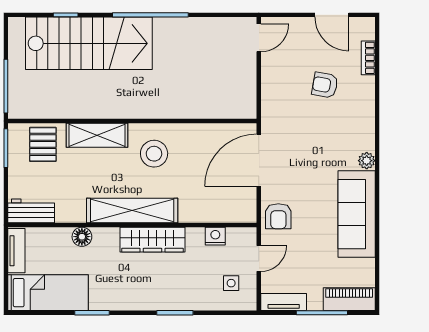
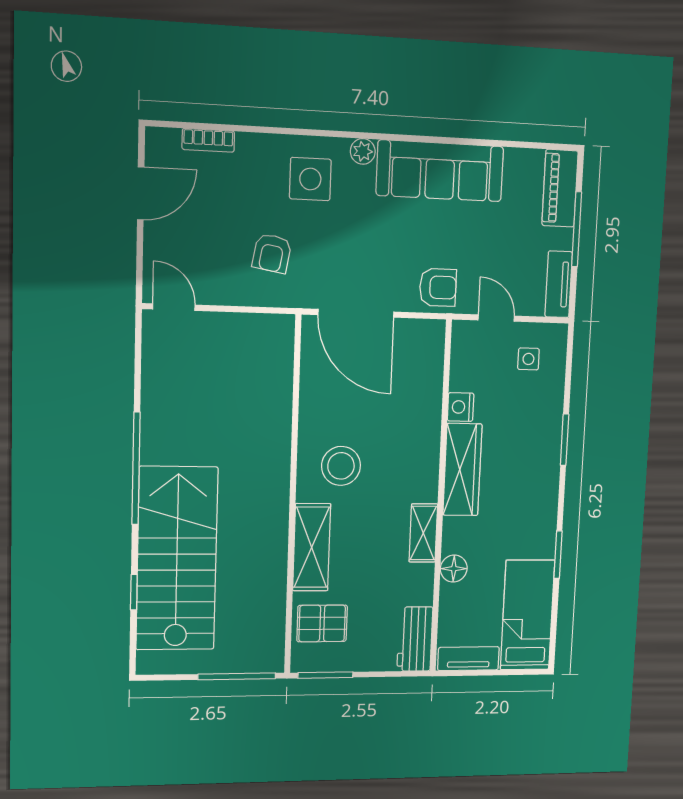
armchair: (325, 85) -> (272, 253), moved
side table: (347, 126) -> (310, 179), added
shelving: (132, 211) -> (423, 533), width x0.45, depth x0.75
nightstand: (215, 236) -> (461, 407), moved

